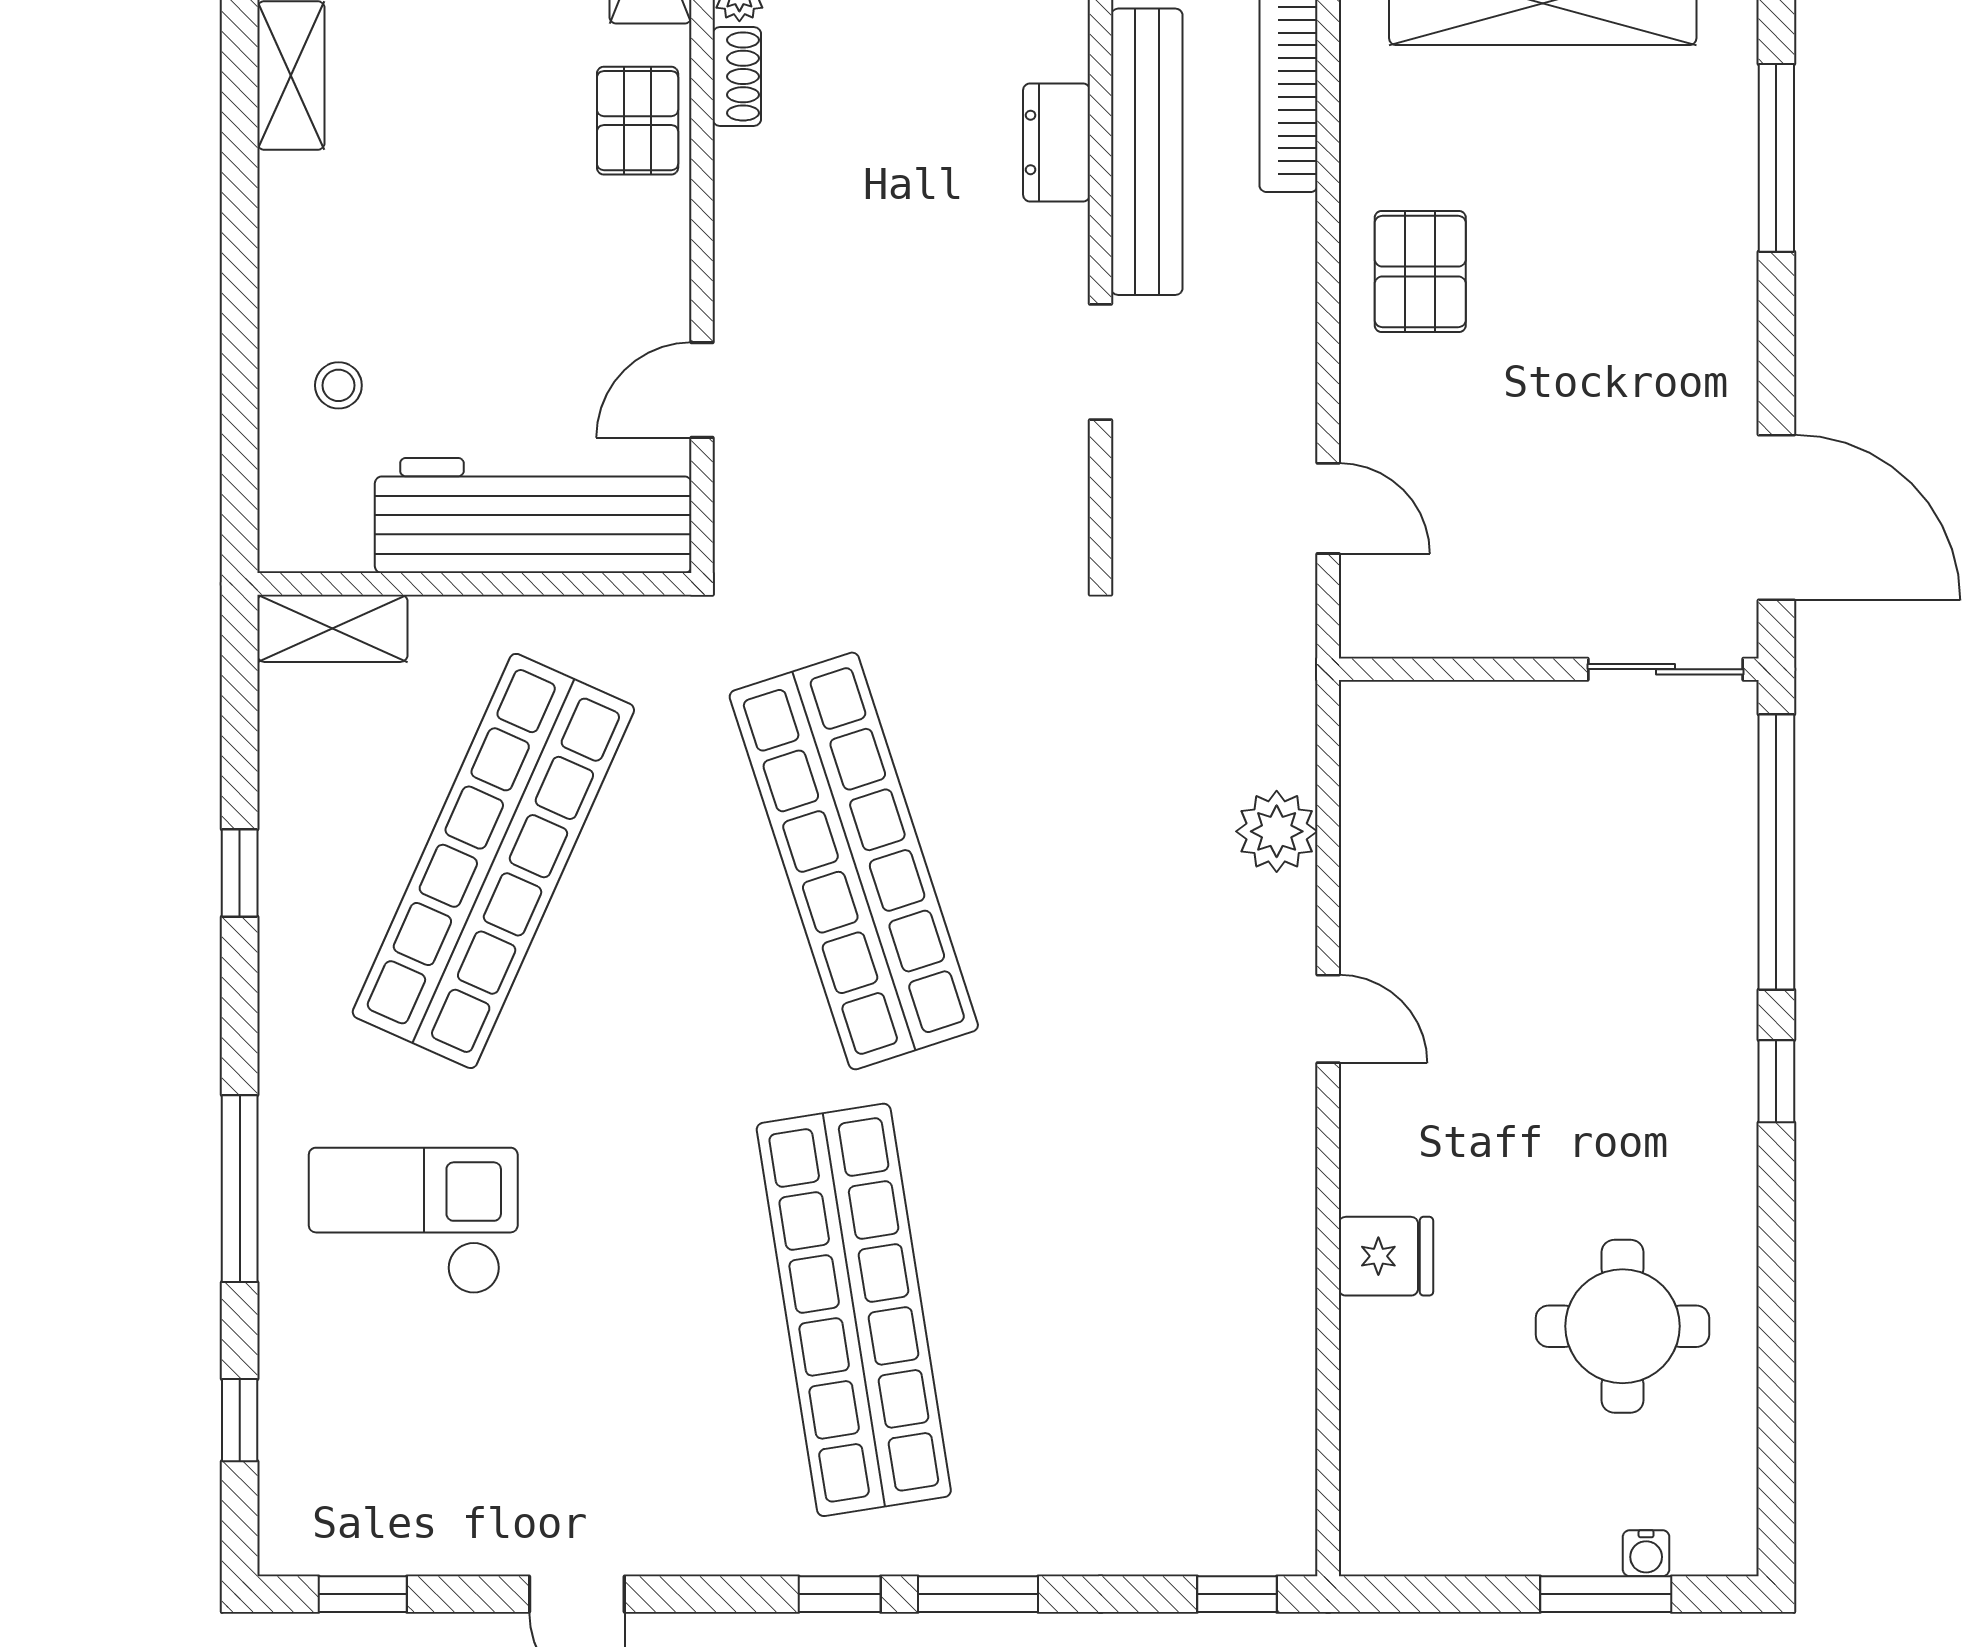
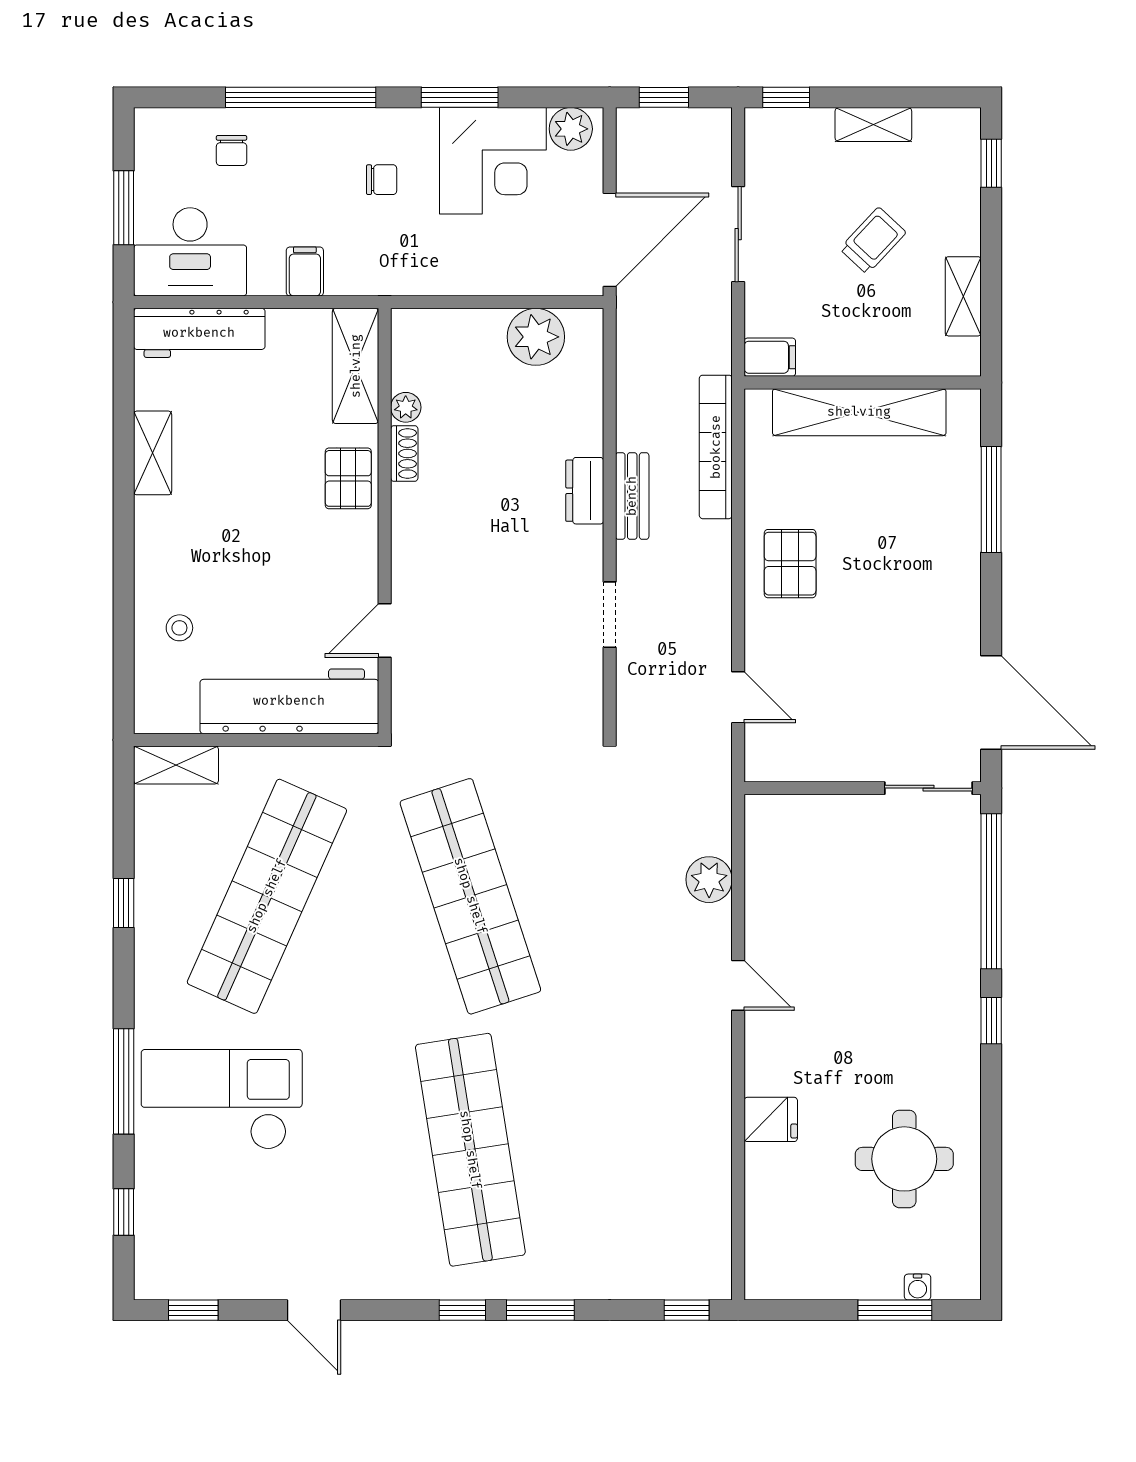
bench: (1147, 152) -> (632, 496), width x0.54, depth x0.82
checkout: (413, 1221) -> (222, 1099), width x1.36, depth x1.21

